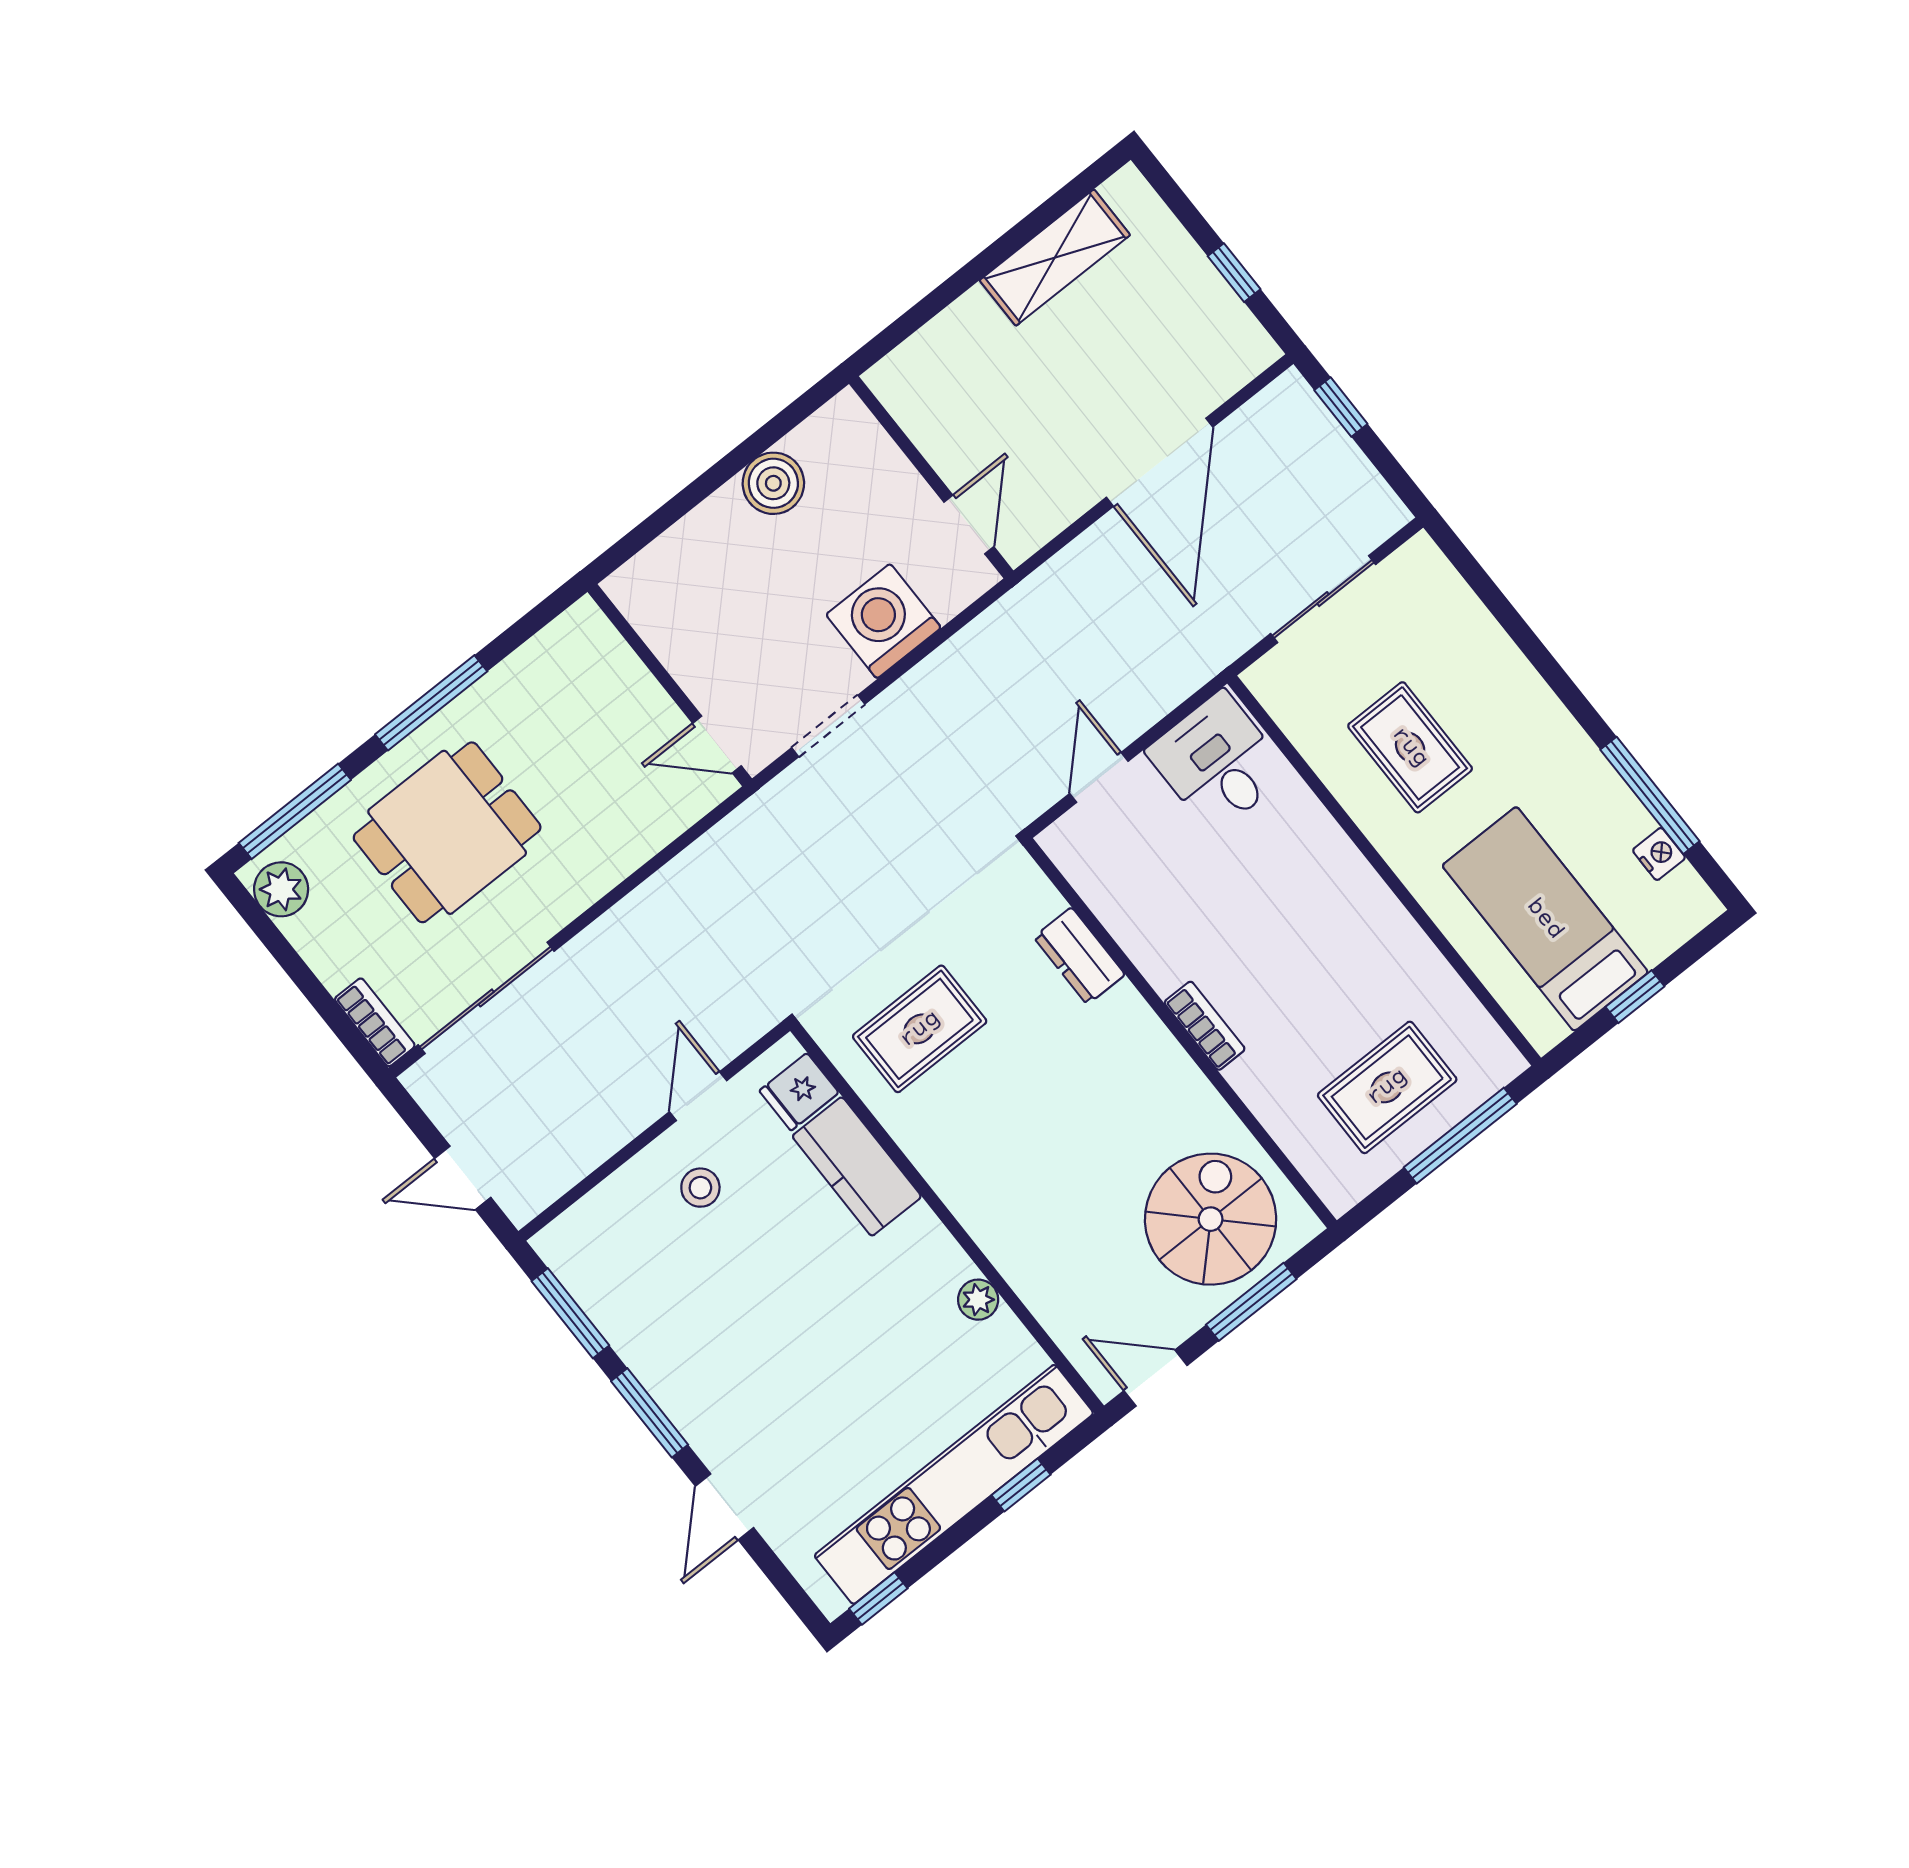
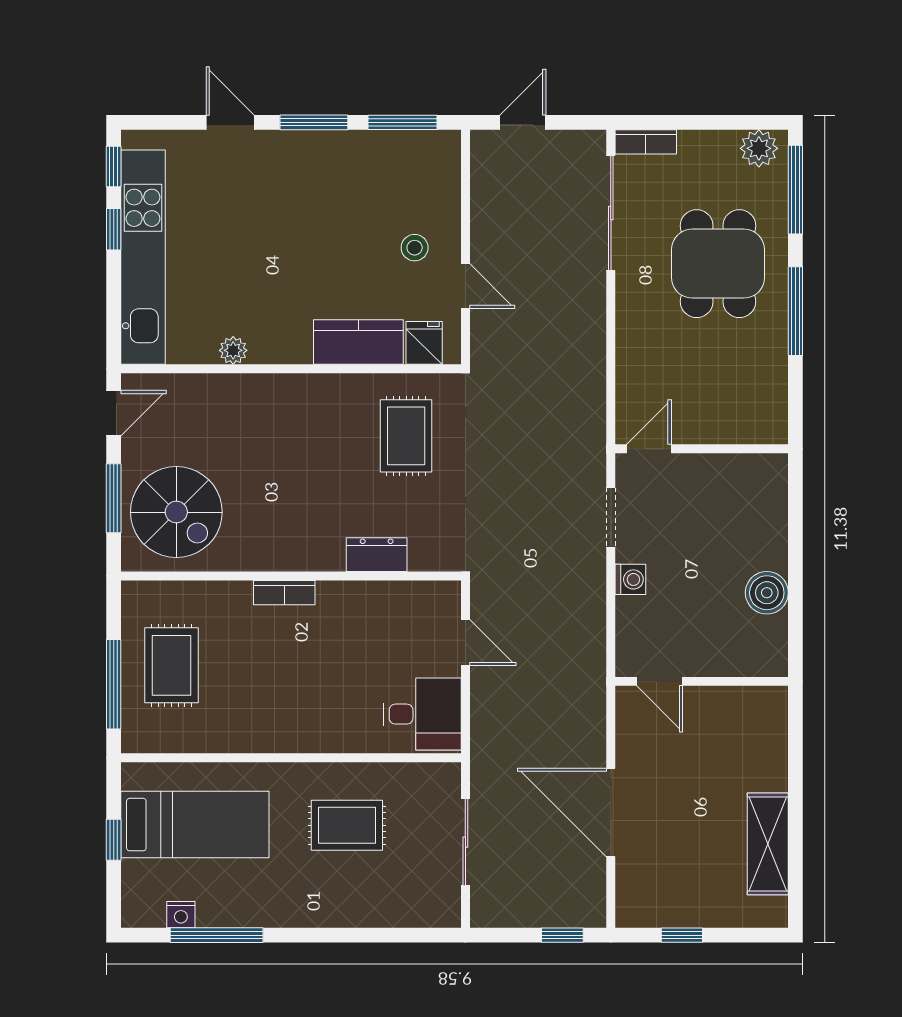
washing machine: (884, 621) -> (630, 579), width x0.53, depth x0.53
window: (1021, 1485) -> (114, 229), moved

